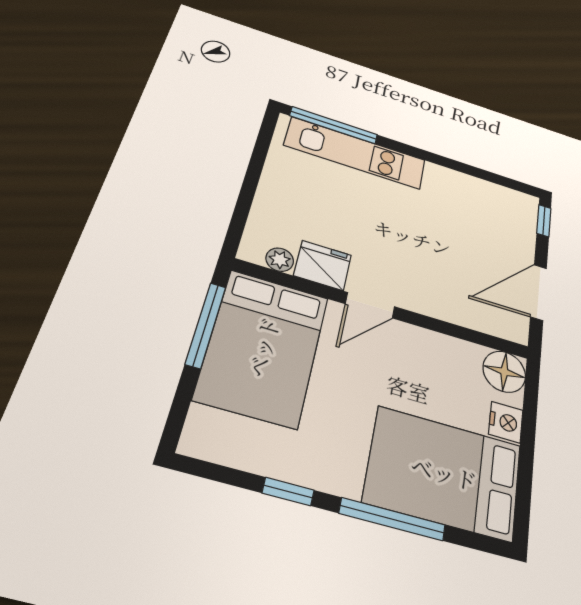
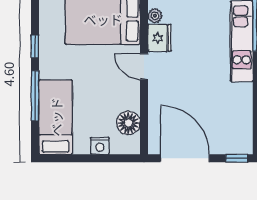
door: (539, 292) -> (185, 158), width x1.36
floor lamp: (504, 372) -> (128, 123), moved
bed: (444, 473) -> (56, 117), width x0.67

